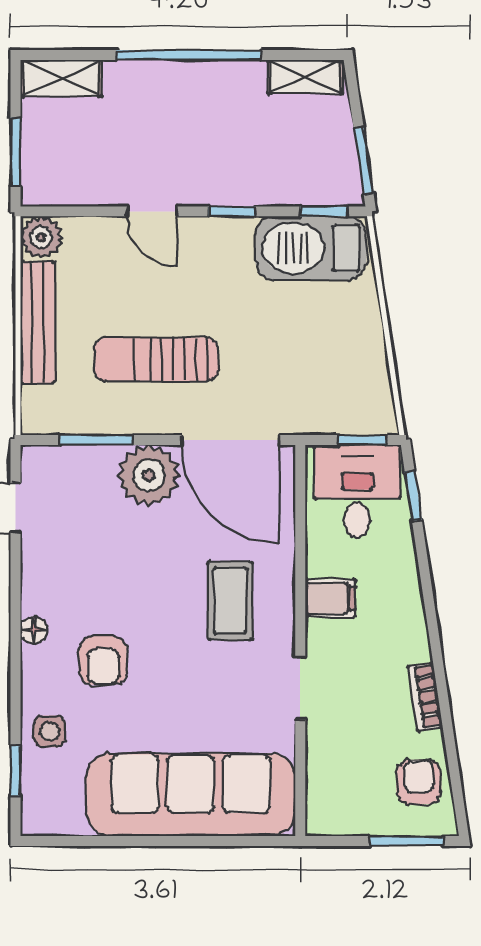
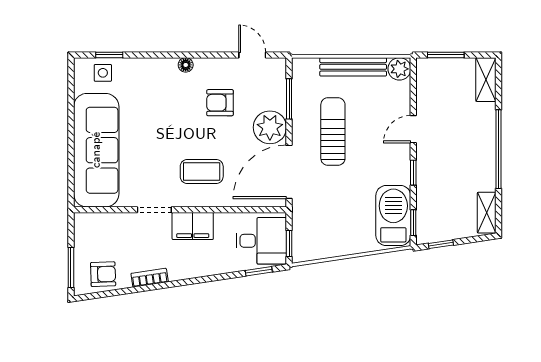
window: (364, 161) -> (441, 244), width x0.67
filing cabinet: (330, 598) -> (193, 226), width x2.00
armchair: (103, 660) -> (220, 103), moved
side table: (49, 731) -> (103, 73), moved

